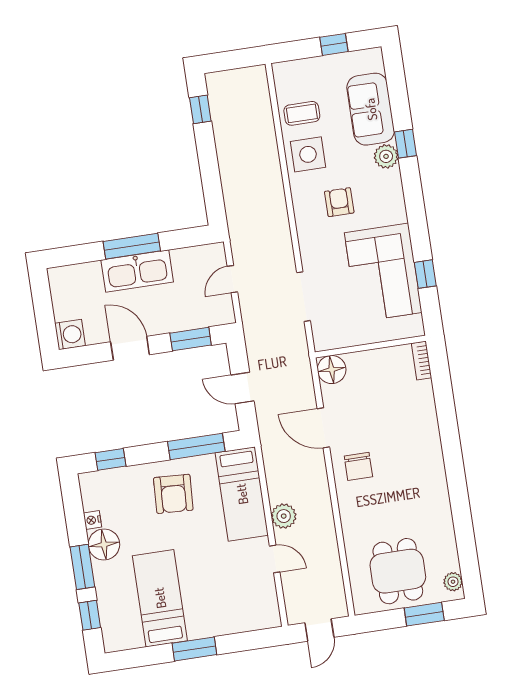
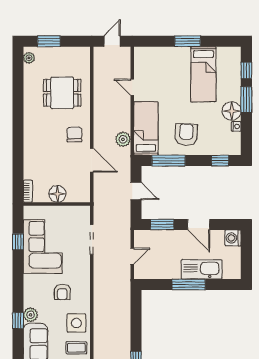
kitchen sink: (137, 271) -> (202, 269), moved
floor lamp: (332, 370) -> (57, 194), moved
plant: (284, 516) -> (123, 139), moved
dining table: (398, 571) -> (62, 93), moved, turned 90

